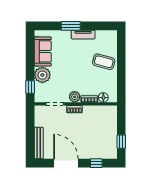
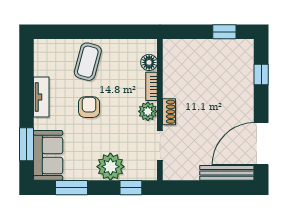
window: (71, 26) -> (26, 144), moved
sofa: (43, 51) -> (48, 155), moved, turned 90
window: (30, 52) -> (71, 188), added
armchair: (77, 62) -> (89, 107), added
door: (66, 163) -> (261, 144), moved

